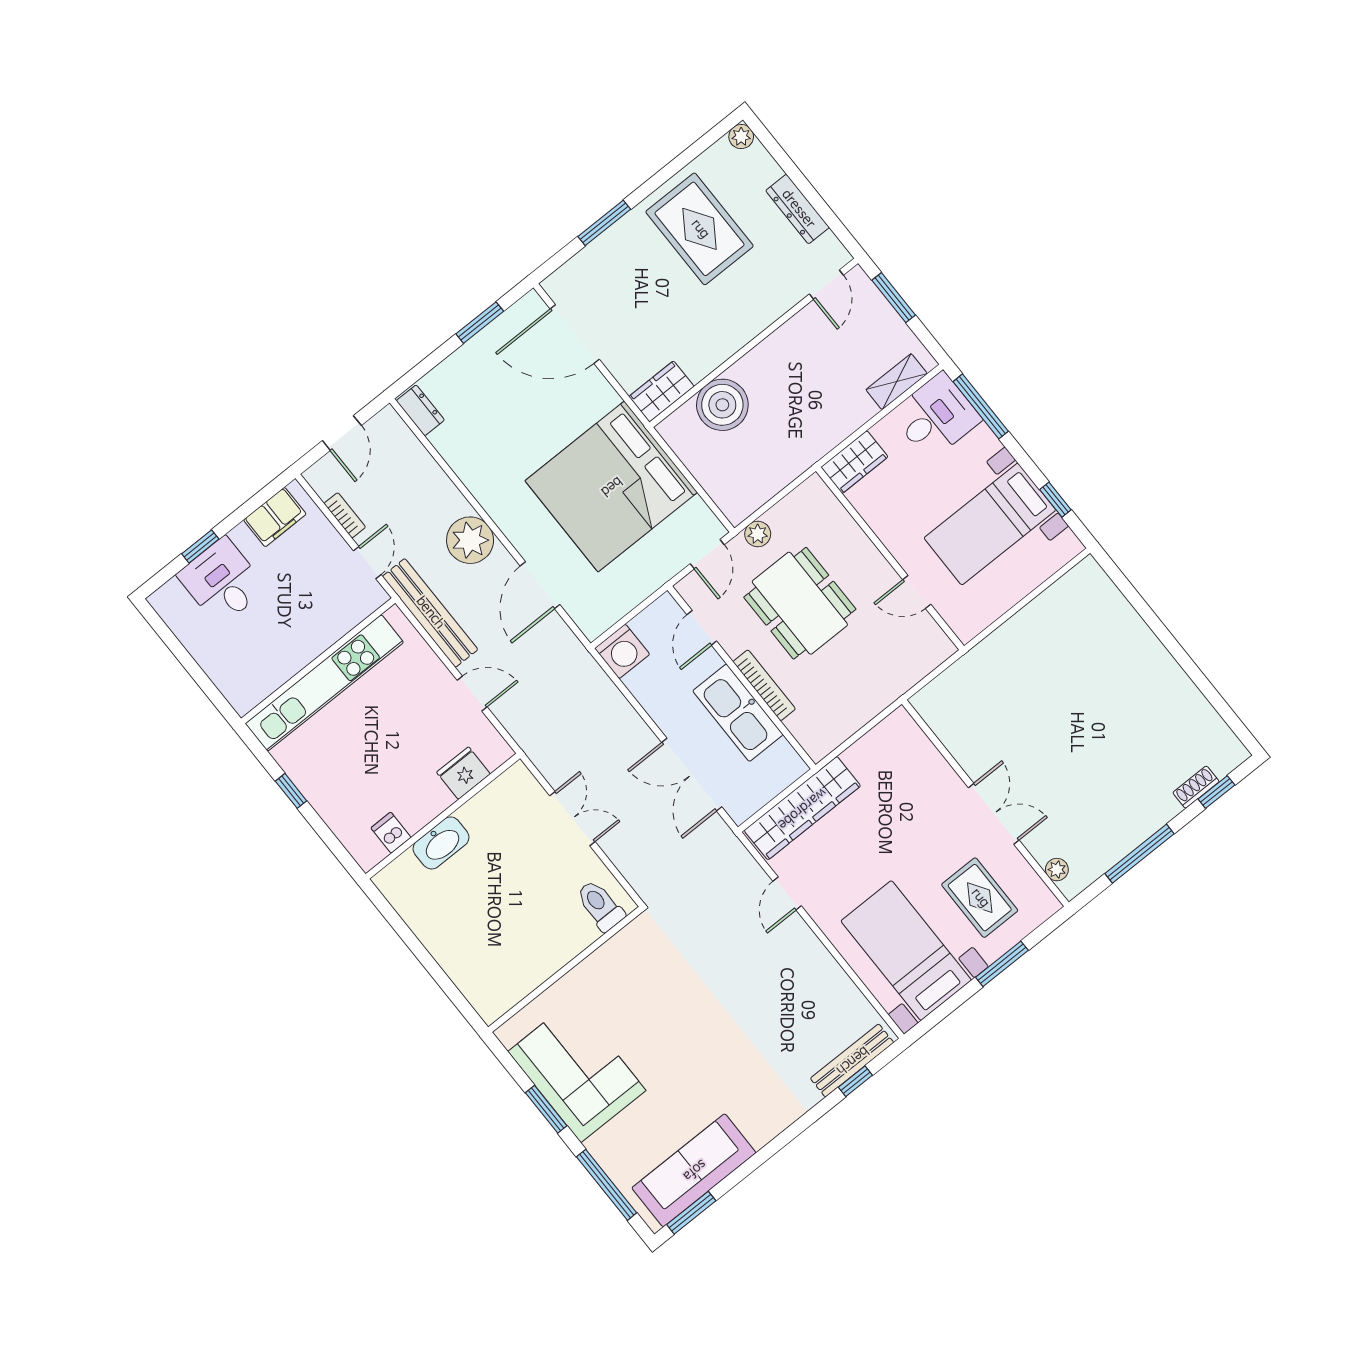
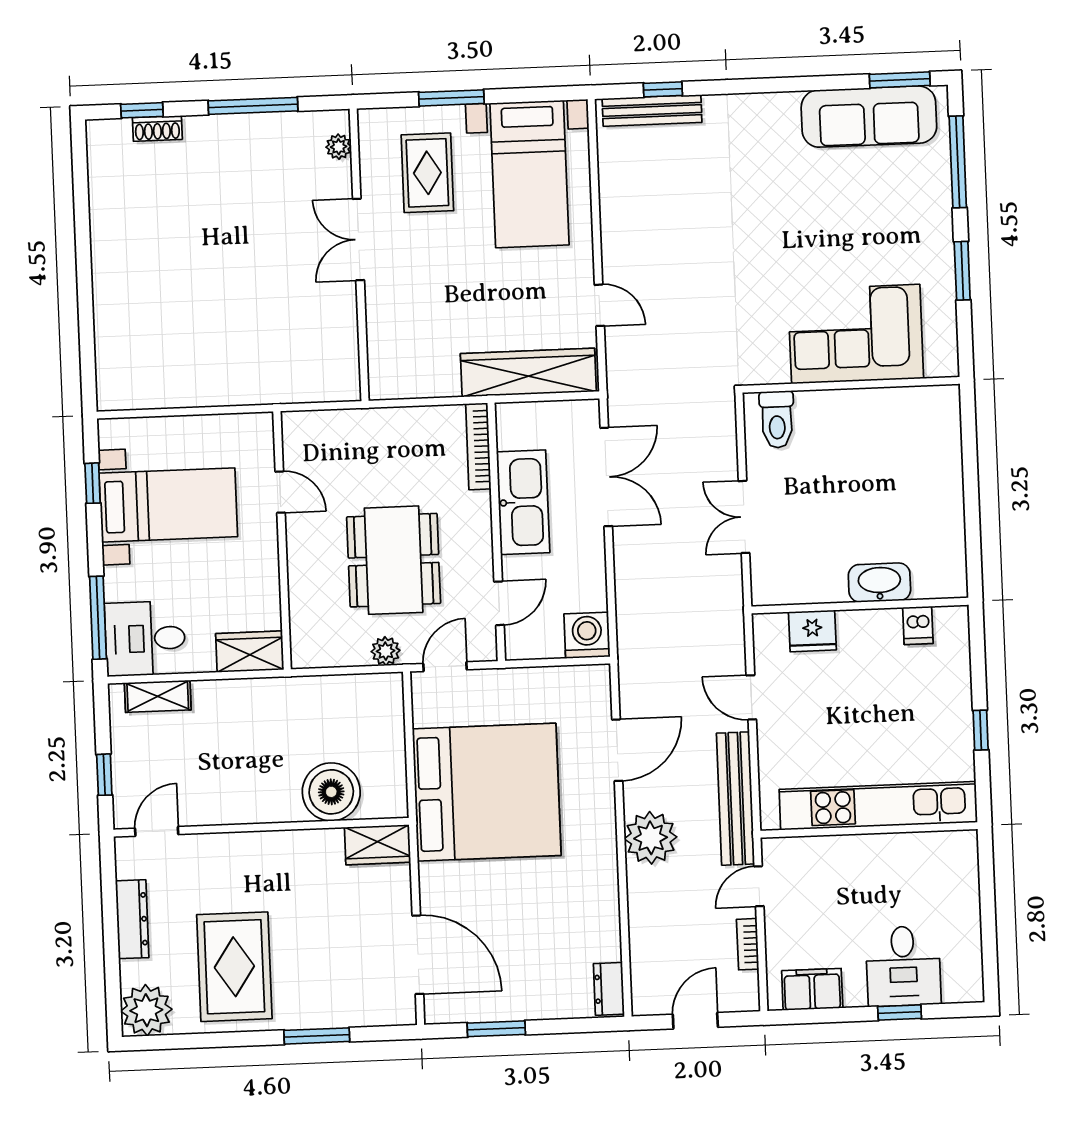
plant: (741, 137) -> (146, 1010), width x1.88, depth x1.88
window: (894, 298) -> (104, 775), width x0.67
bookcase: (764, 685) -> (478, 446), moved
door: (787, 894) -> (599, 305), hinge flipped
corner sofa: (577, 1071) -> (856, 334), moved, turned 90

